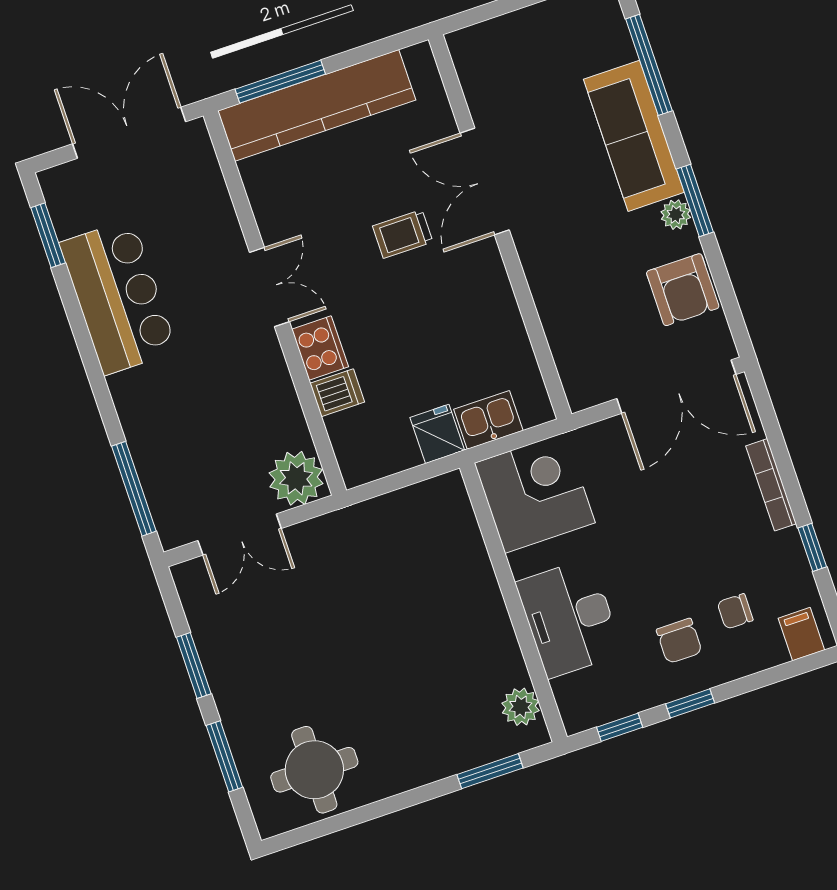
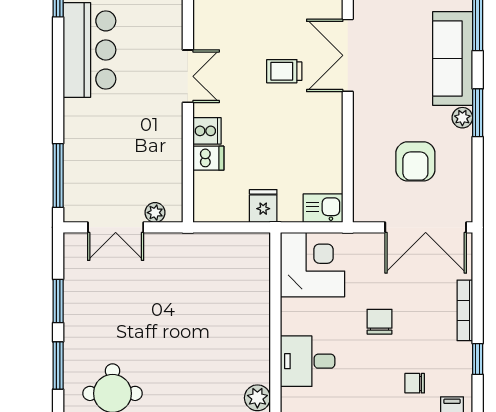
armchair: (683, 290) -> (415, 161), moved
cooker: (320, 348) -> (207, 131), width x0.73
kitchen sink: (488, 420) -> (323, 208), moved
plant: (296, 478) -> (155, 213), width x0.53, depth x0.53
desk: (569, 618) -> (308, 361), width x0.73
chair: (679, 641) -> (380, 322), moved, turned 180

